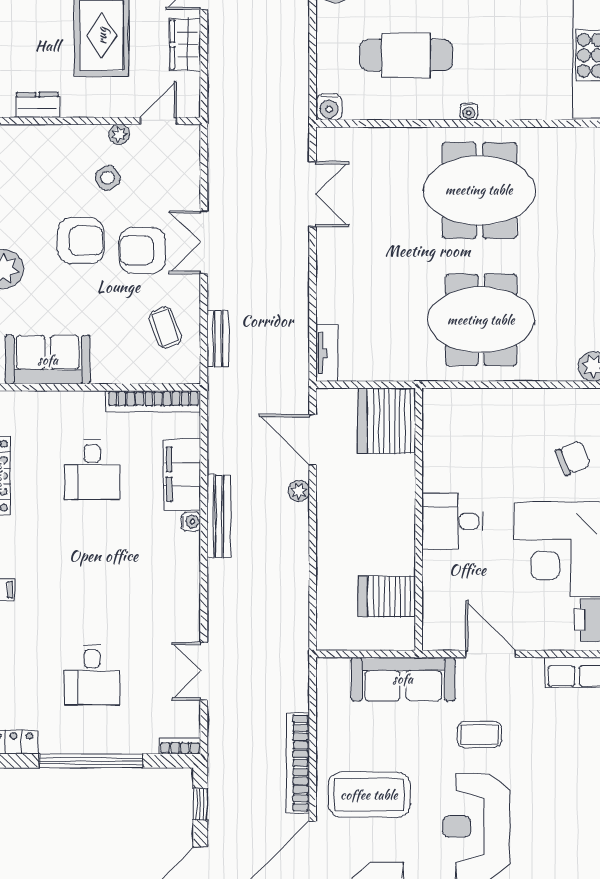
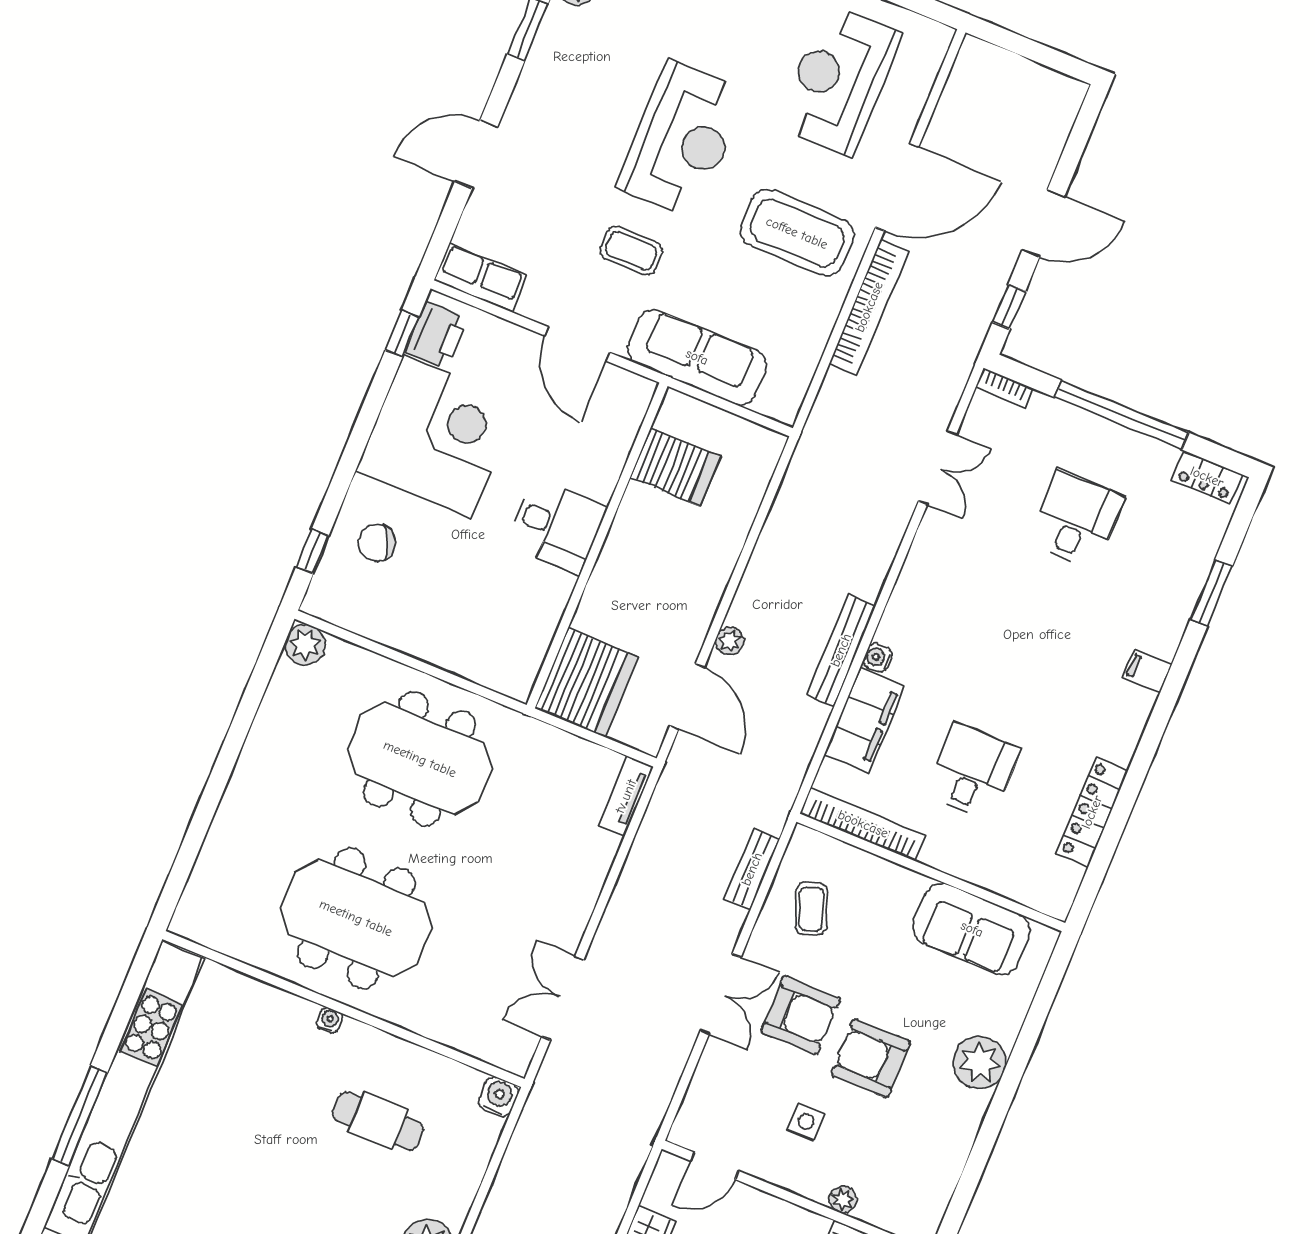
cafe table: (406, 55) -> (378, 1121), width x0.73, depth x0.74
plant: (119, 134) -> (843, 1199), moved
side table: (108, 178) -> (806, 1122), turned 32

